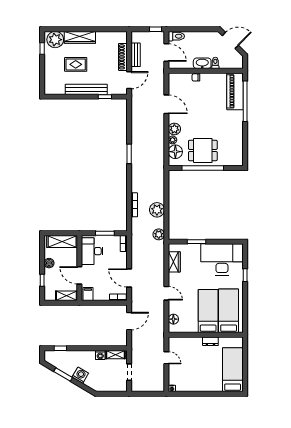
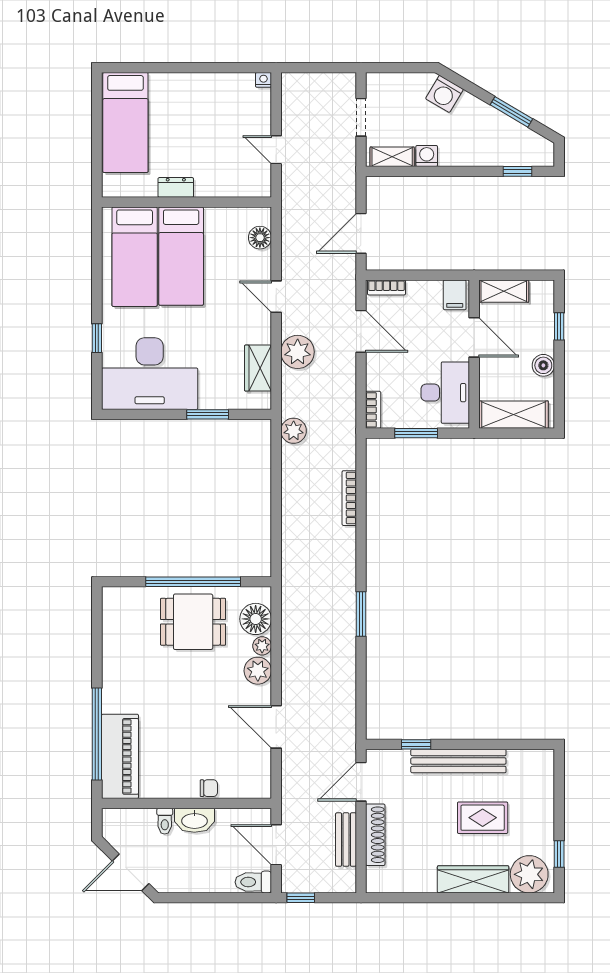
plant: (157, 210) -> (298, 352), moved
washing machine: (80, 375) -> (444, 94), moved

